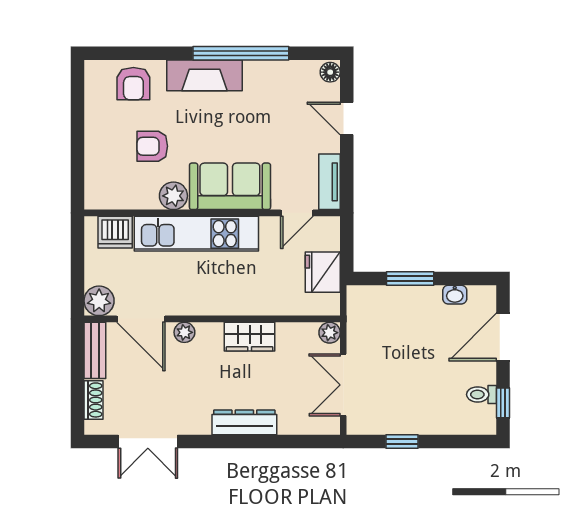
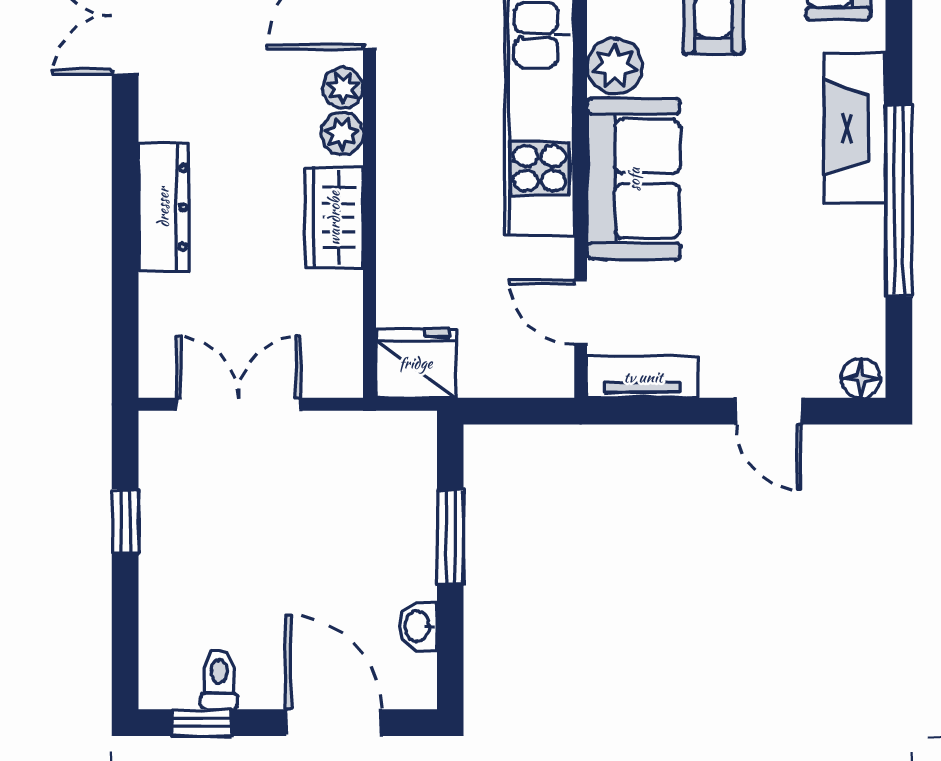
door: (347, 118) -> (769, 411), swing flipped
fridge: (323, 272) -> (416, 363), moved
plant: (330, 333) -> (342, 133), moved

